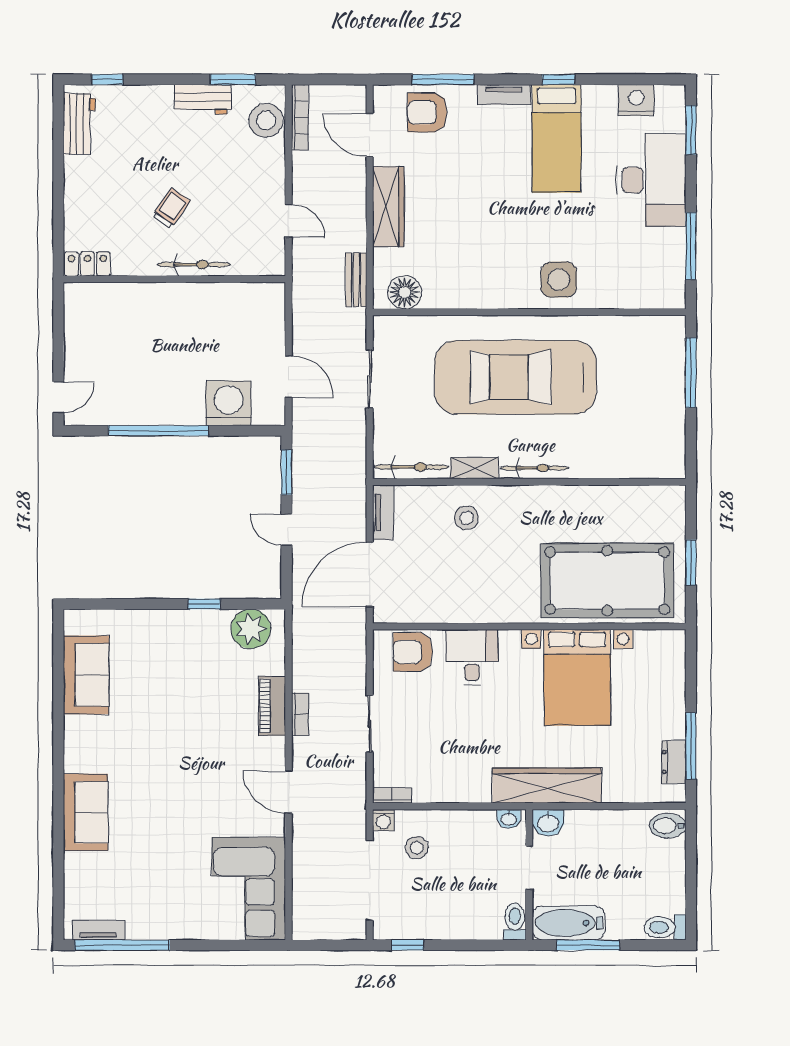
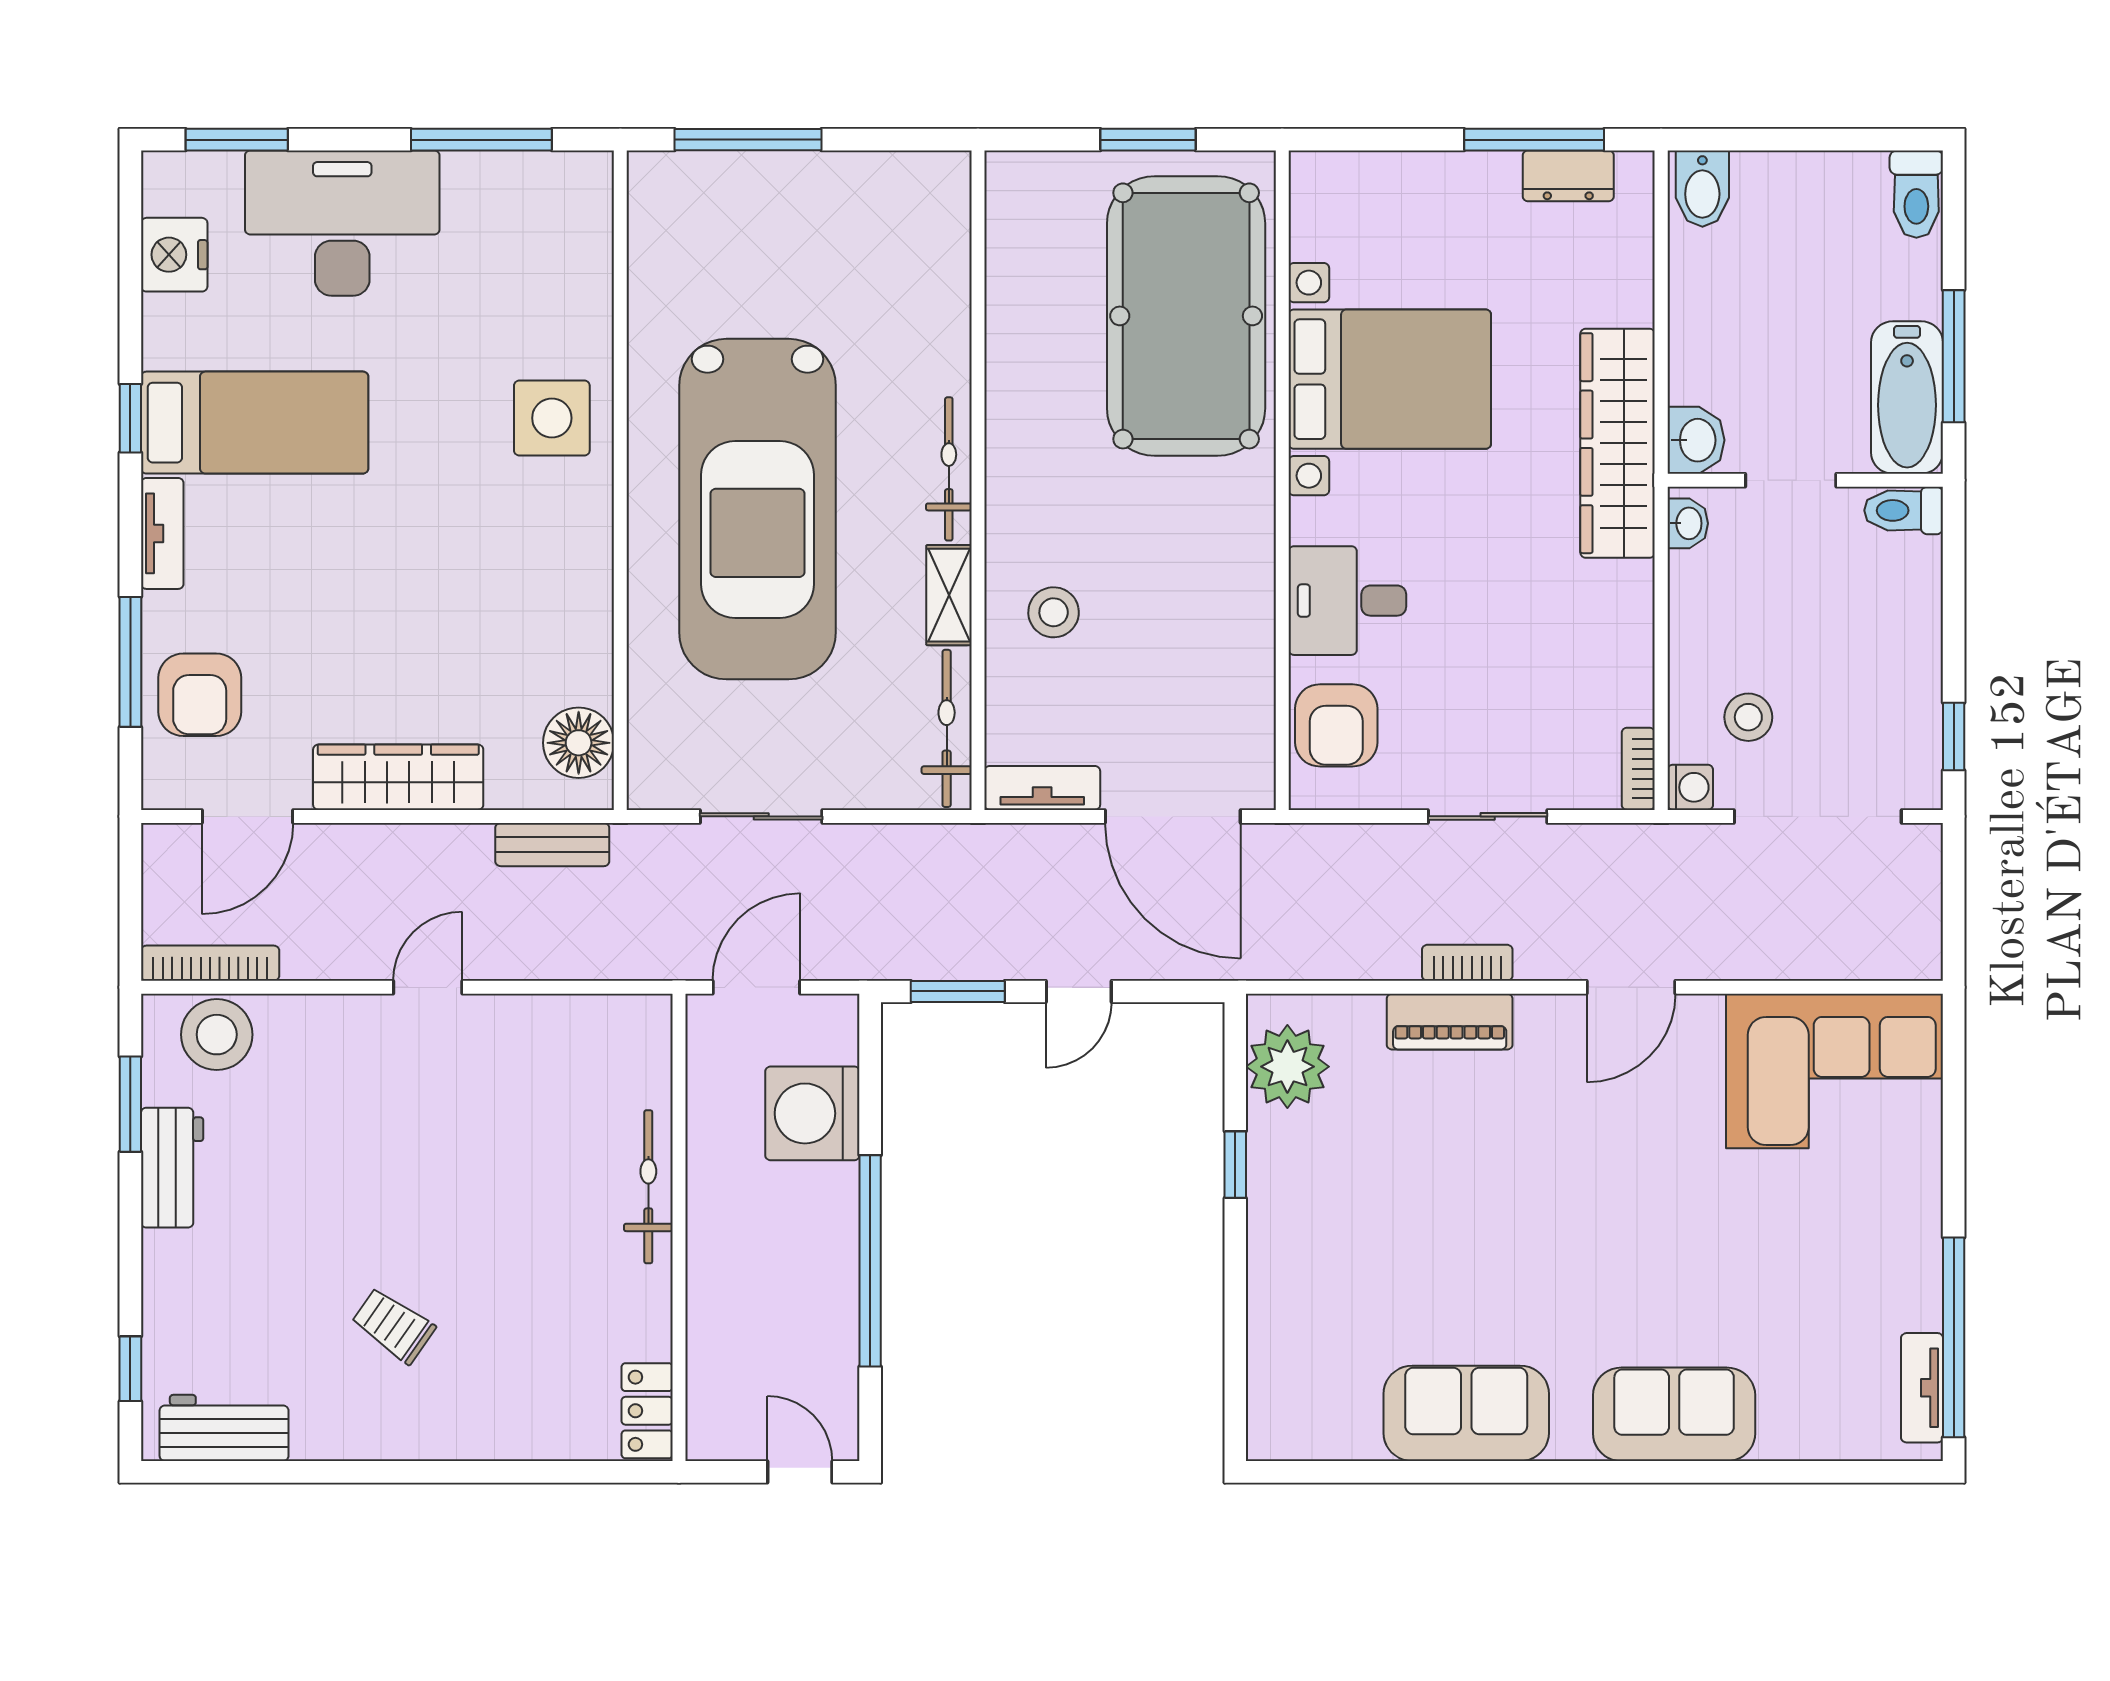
trolley: (171, 208) -> (393, 1326), moved
locker: (87, 264) -> (647, 1411), moved
bicycle: (194, 265) -> (648, 1187), moved
wall: (174, 279) -> (679, 1227), moved
sofa: (86, 675) -> (1466, 1413), moved

